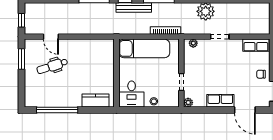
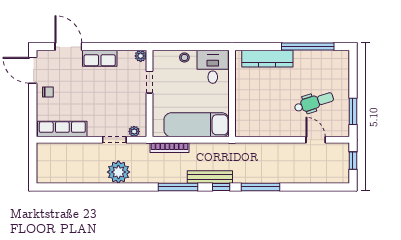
doorway: (220, 37) -> (114, 140), moved
row of seats: (256, 45) -> (62, 129), width x1.48
kitchen counter: (95, 100) -> (267, 59), width x1.50

